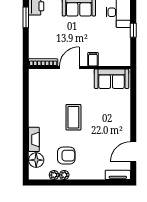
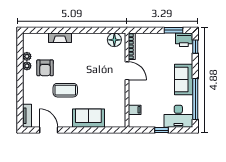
filing cabinet: (93, 59) -> (135, 110), moved
sofa: (112, 79) -> (88, 118), moved, turned 90
coffee table: (73, 117) -> (65, 90), moved
floor lamp: (36, 160) -> (114, 40), moved

